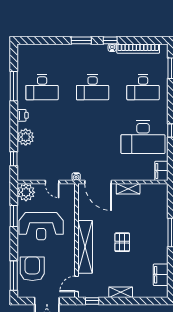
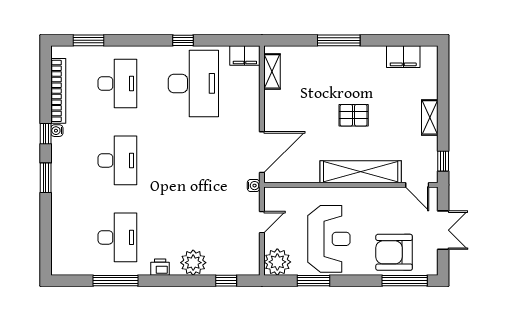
shelving: (128, 189) -> (272, 71), moved

